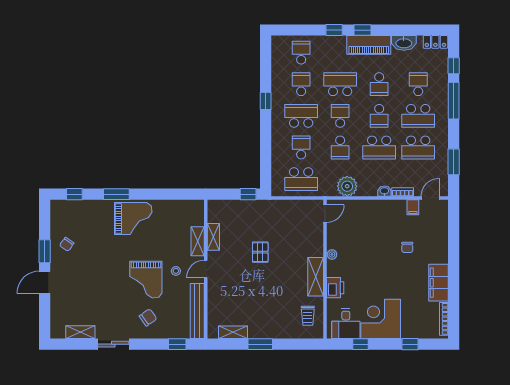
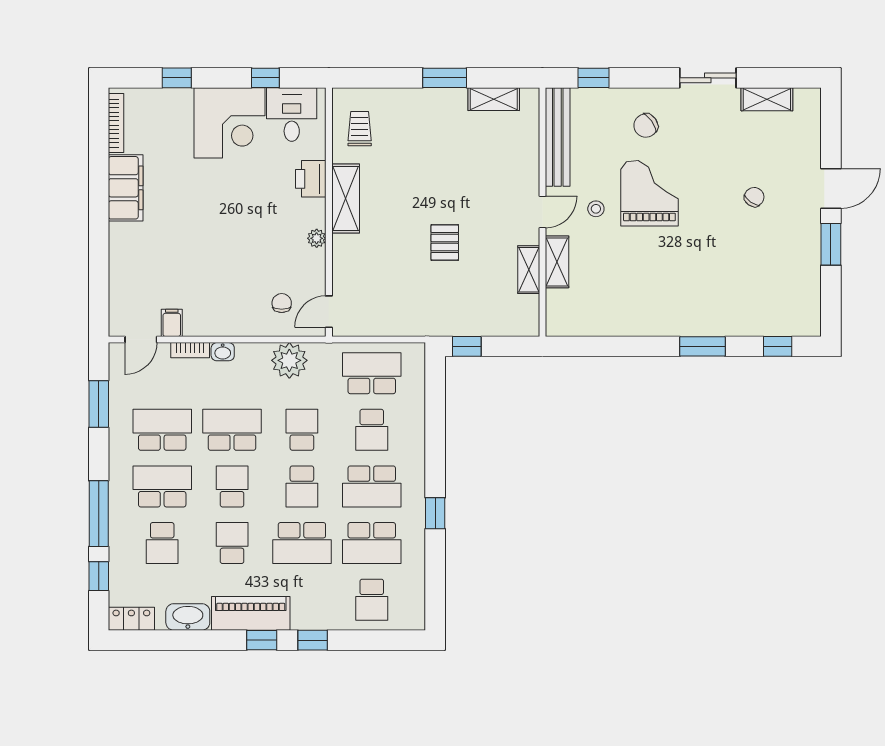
school desk: (301, 84) -> (372, 543), width x1.85
grand piano: (133, 219) -> (672, 303), removed
chair: (67, 244) -> (754, 197), moved
chair: (407, 247) -> (282, 303), moved

